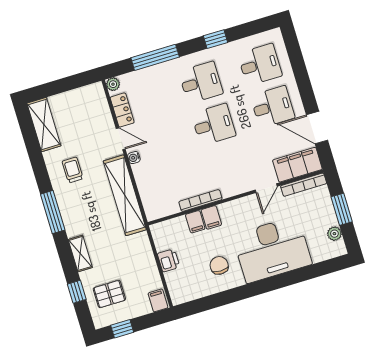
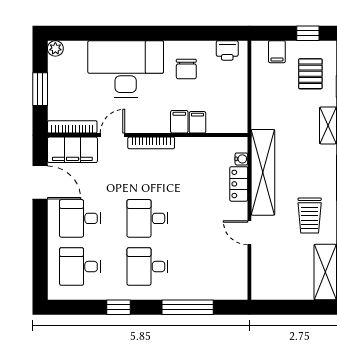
plant: (113, 84) -> (240, 292), removed
locker: (122, 110) -> (239, 184), moved
water cooler: (134, 158) -> (241, 159), moved
trolley: (73, 170) -> (310, 215), width x1.36, depth x1.39
bookcase: (200, 201) -> (151, 143), moved
plant: (334, 234) -> (55, 48), moved
printer: (169, 260) -> (227, 50), moved, turned -90
pallet: (109, 294) -> (310, 74), turned 90
filing cabinet: (158, 300) -> (277, 52), moved

